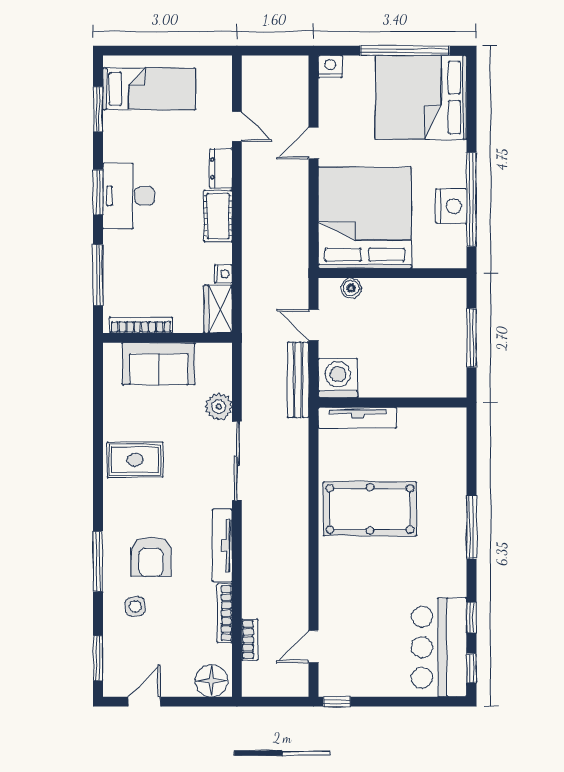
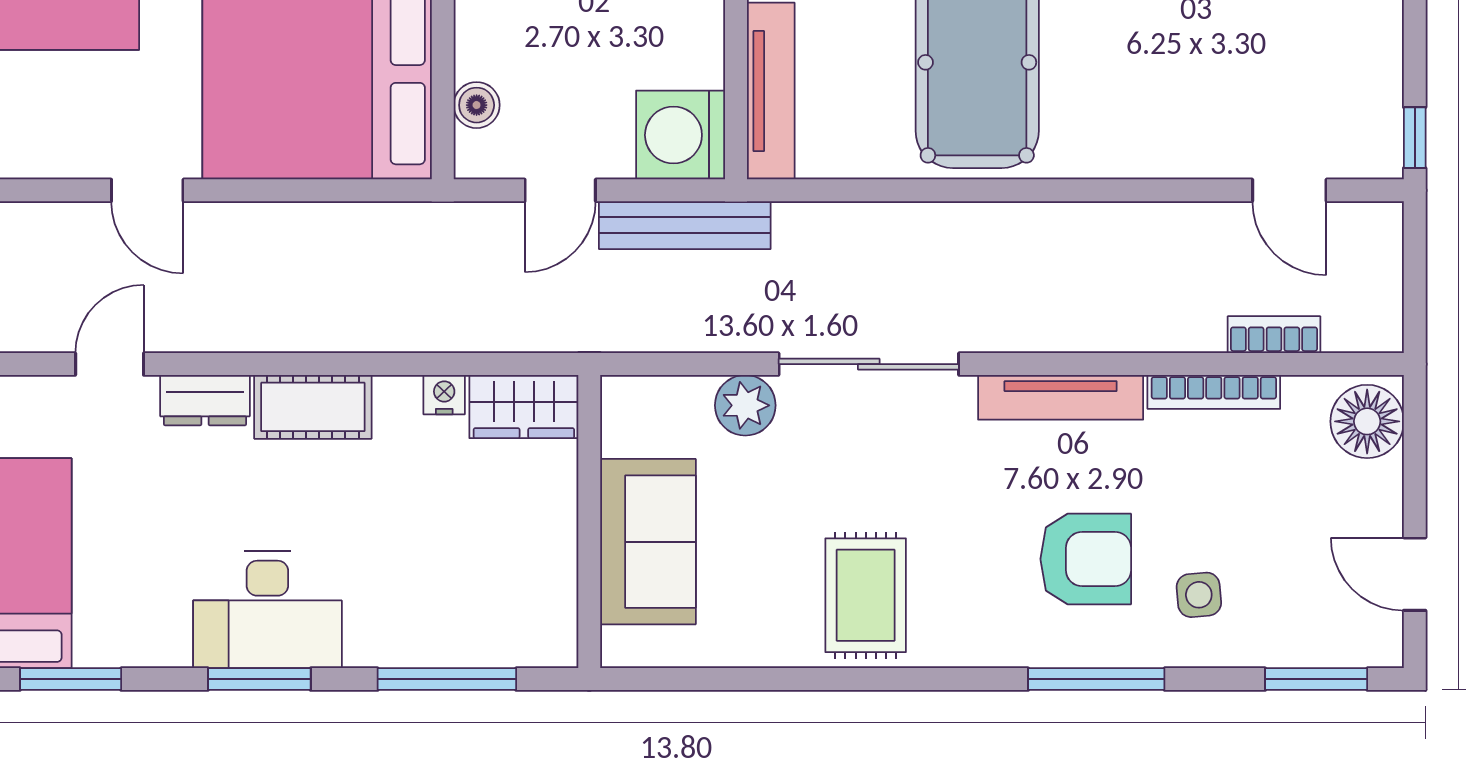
bookcase: (141, 325) -> (560, 581), removed

